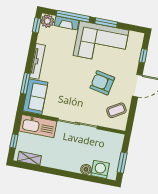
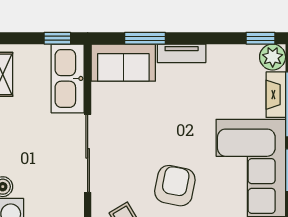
tv unit: (37, 61) -> (182, 53), width x0.71
window: (14, 141) -> (57, 38), moved

